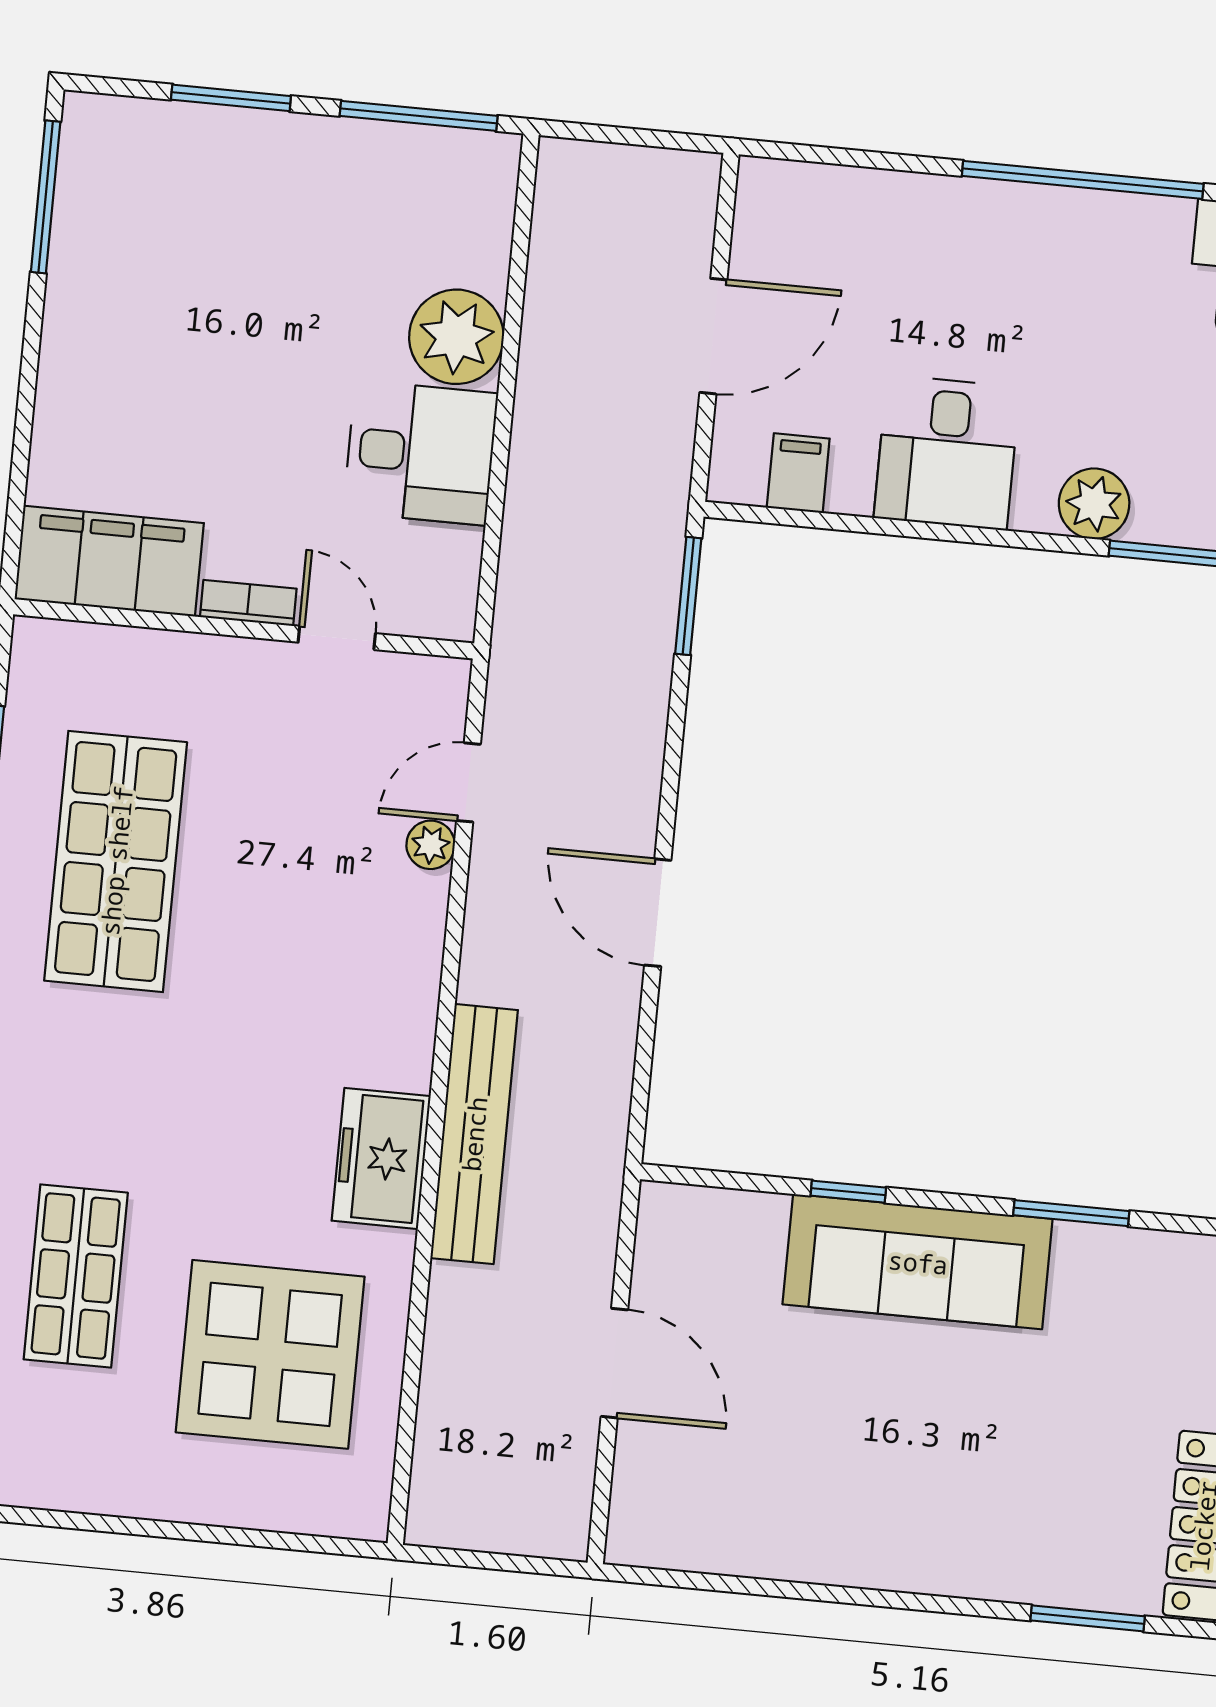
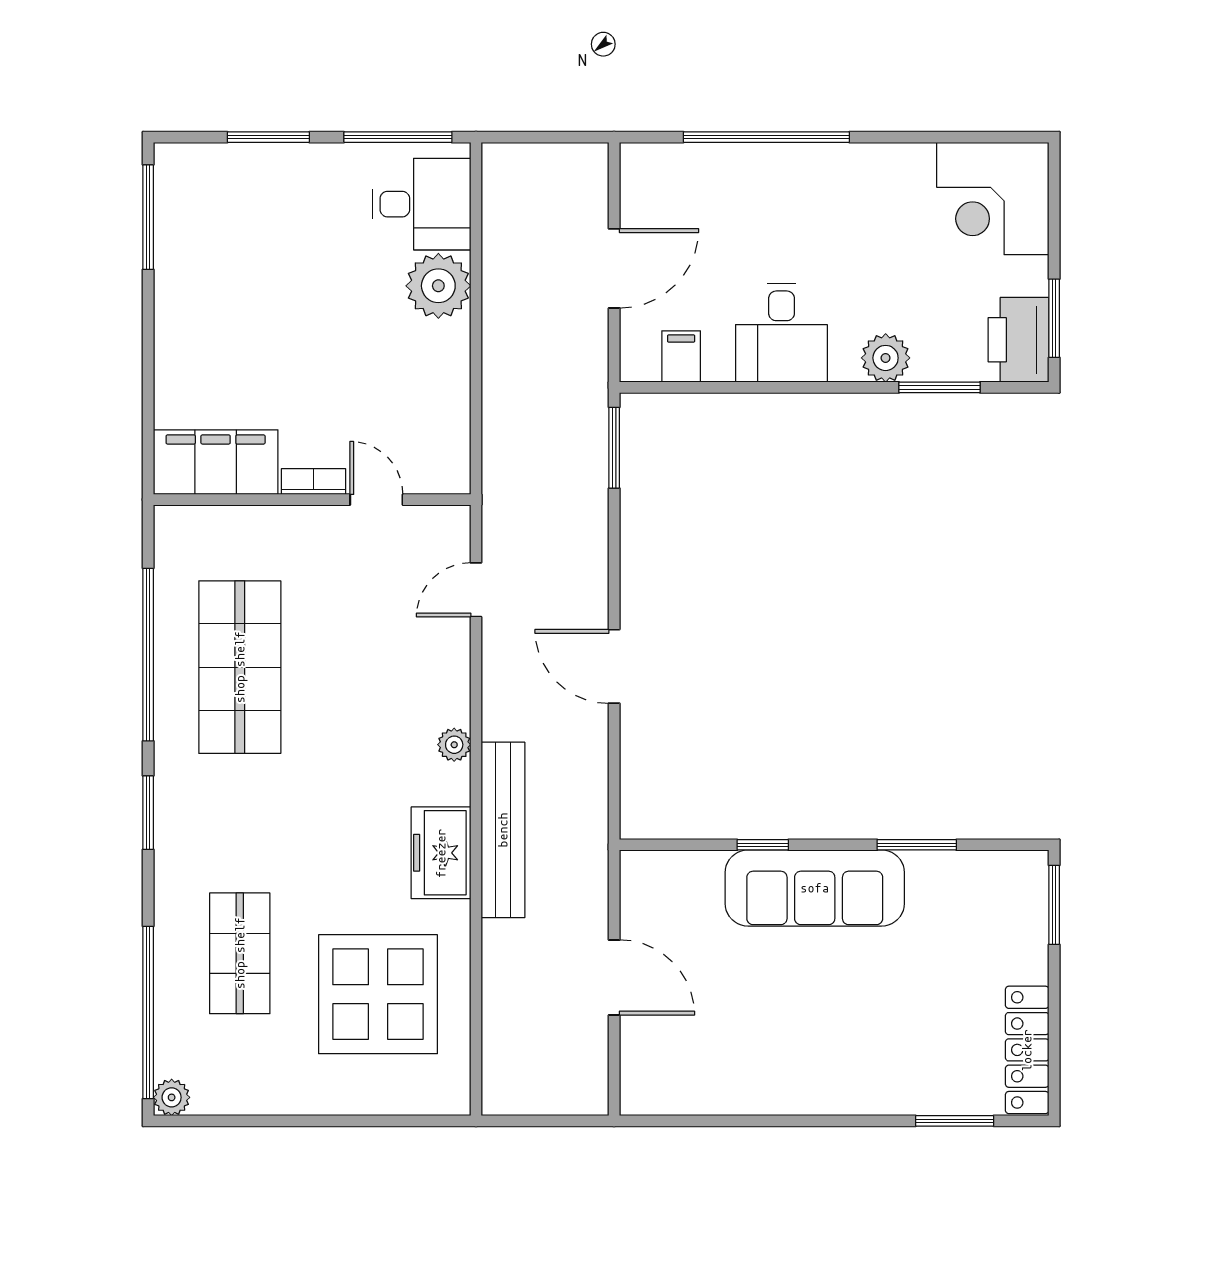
window: (1083, 180) -> (766, 137), moved
desk: (421, 453) -> (421, 204), moved
plant: (431, 845) -> (454, 745), moved

